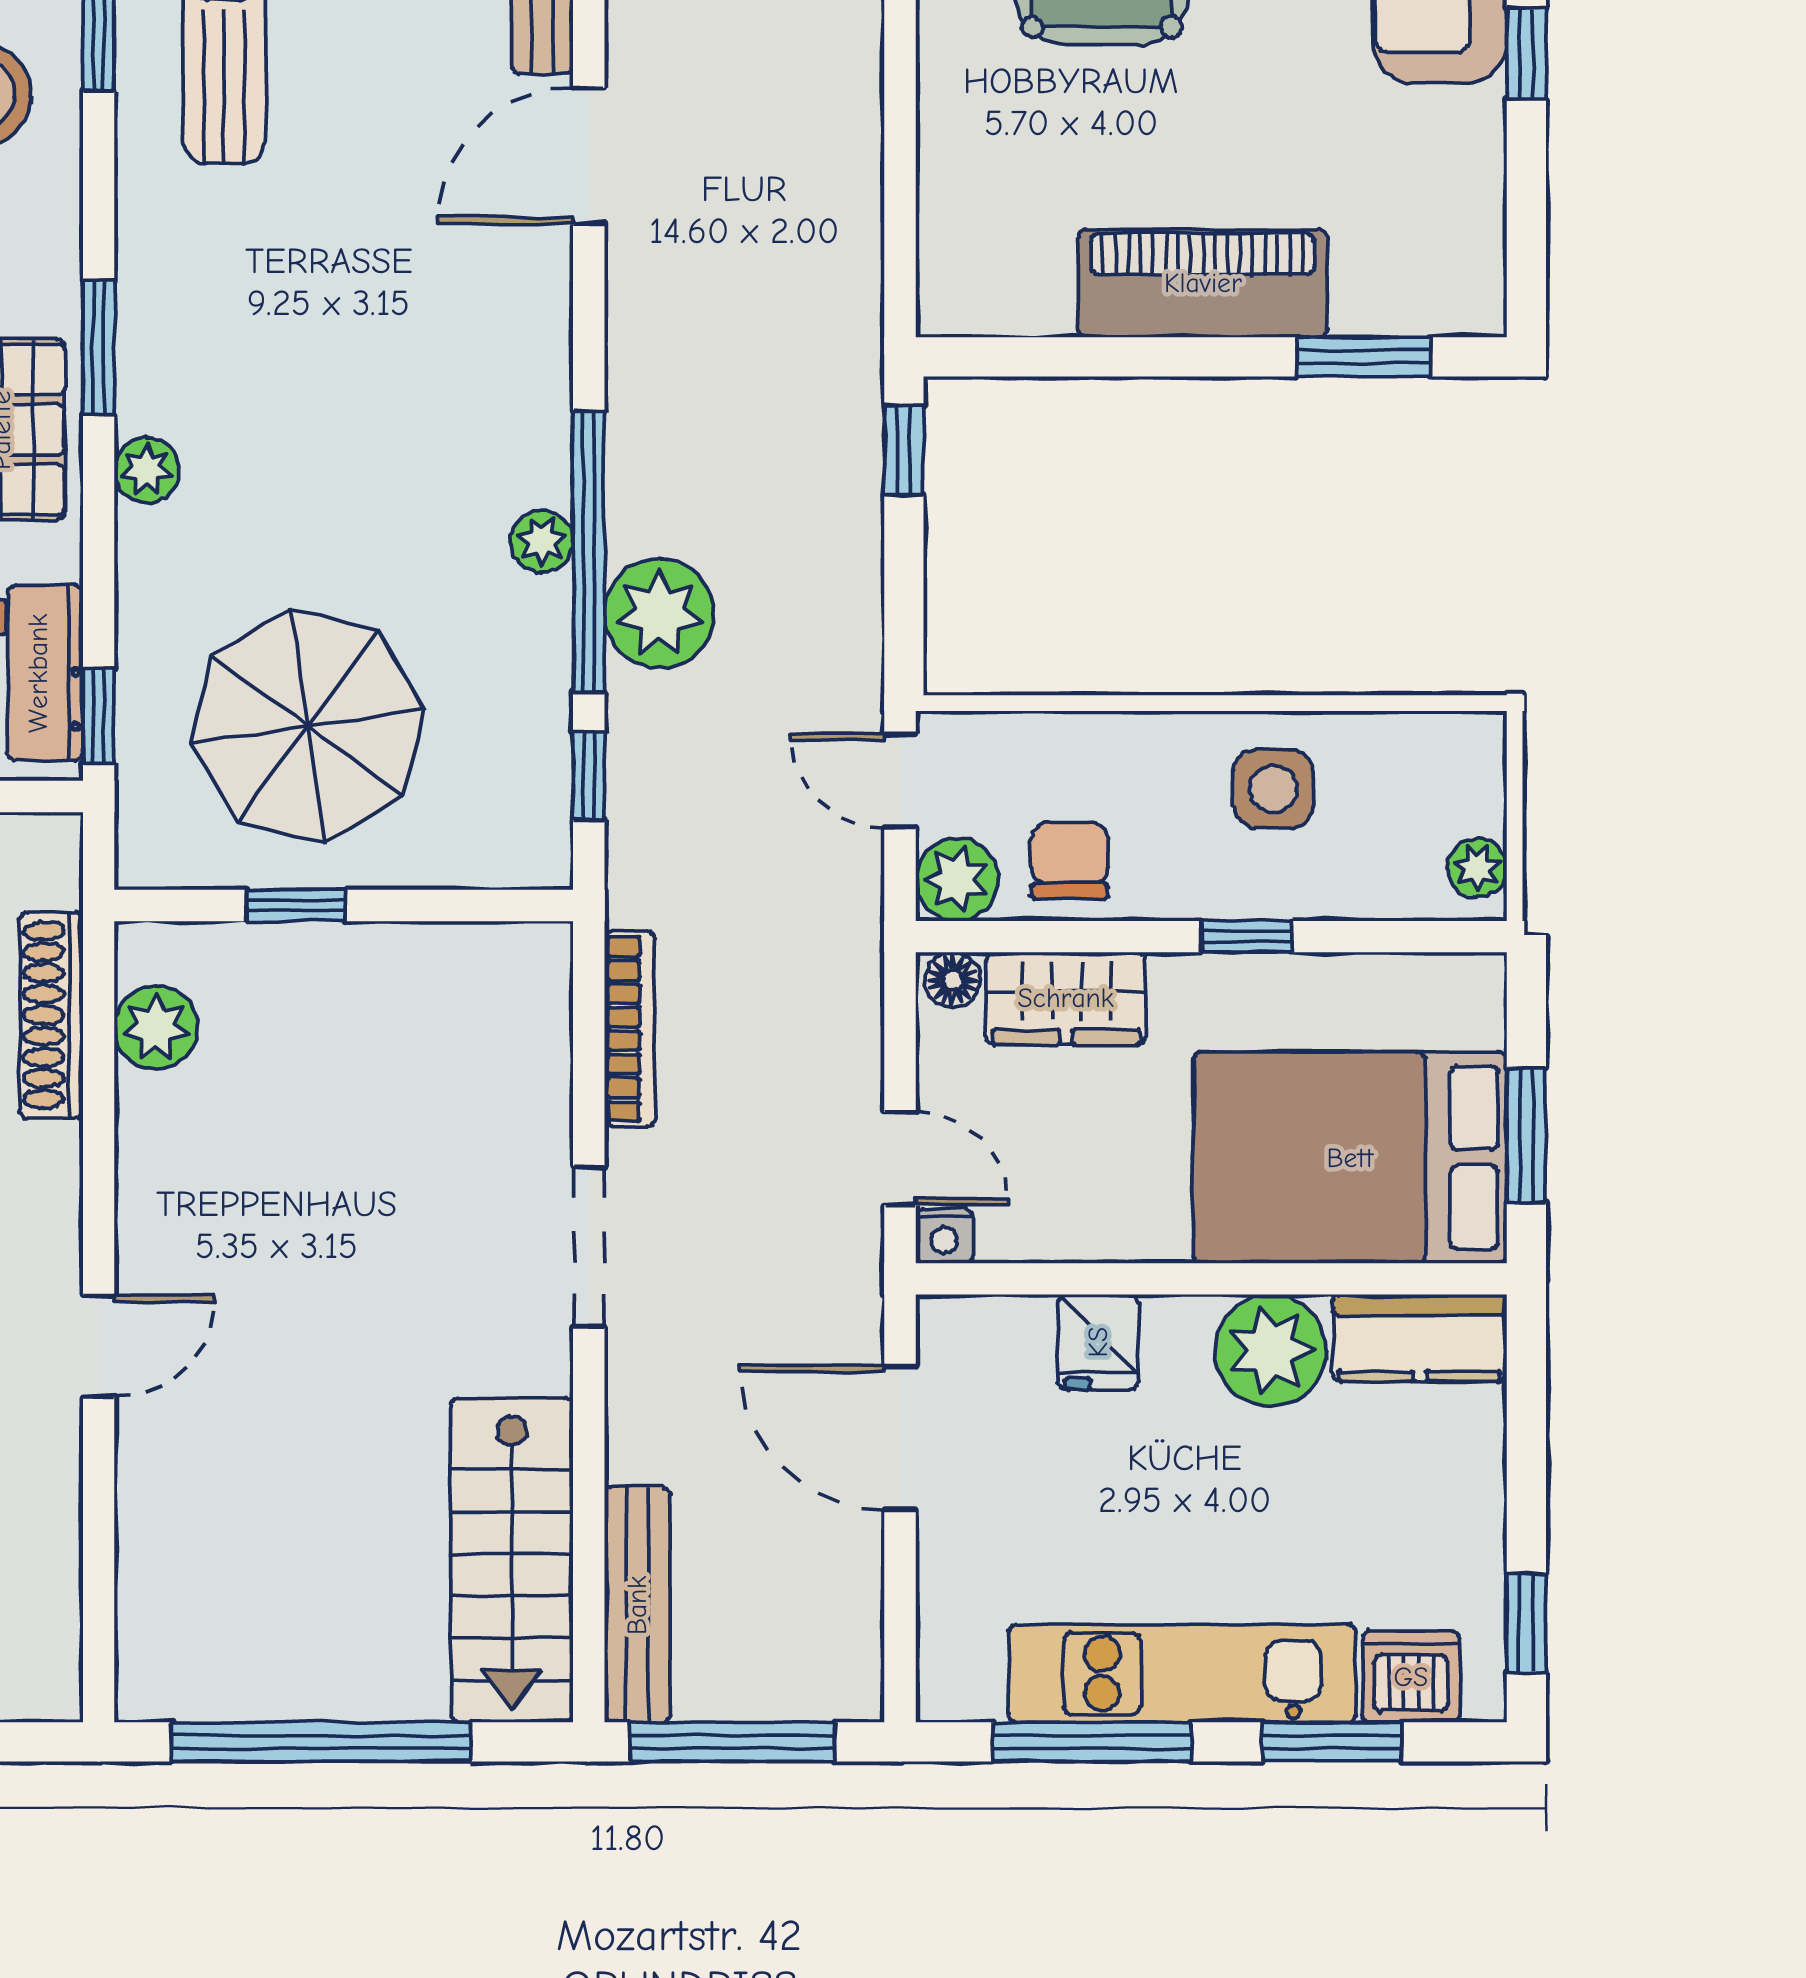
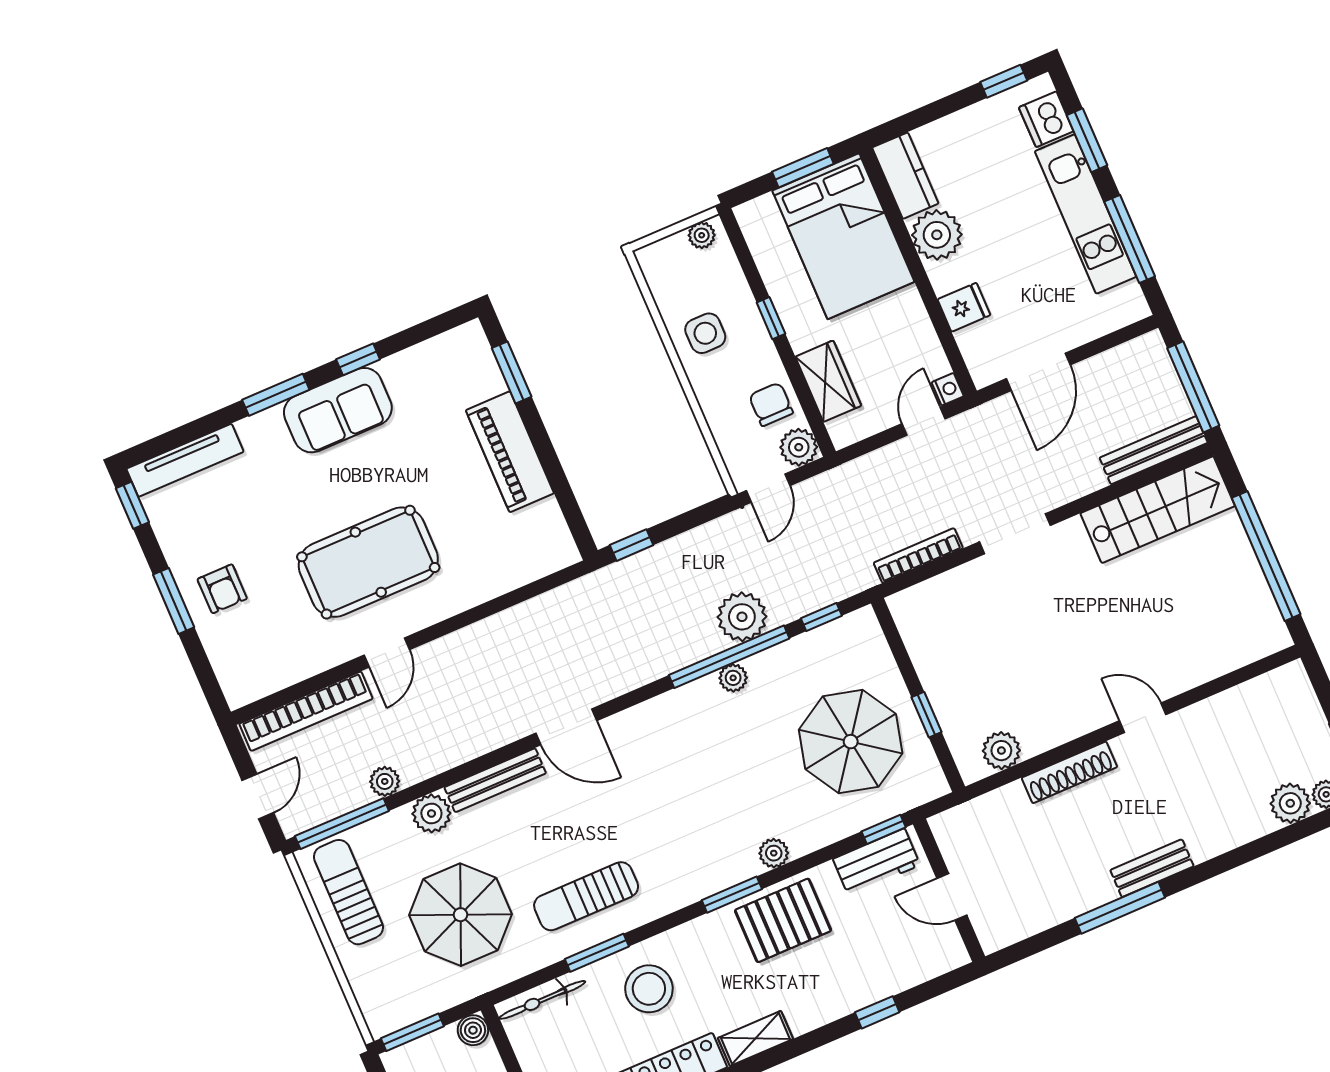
chair: (1070, 861) -> (771, 404), turned 90
floor lamp: (953, 980) -> (841, 431), removed
shoe rack: (51, 1015) -> (1069, 772), moved

